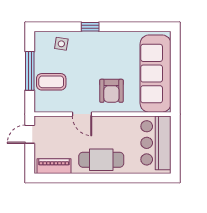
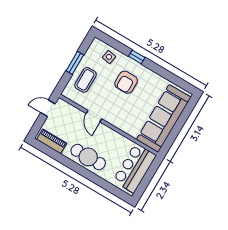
window: (30, 71) -> (75, 63), width x0.69
coffee table: (51, 82) -> (85, 80), turned 90
armchair: (111, 91) -> (126, 82), moved

